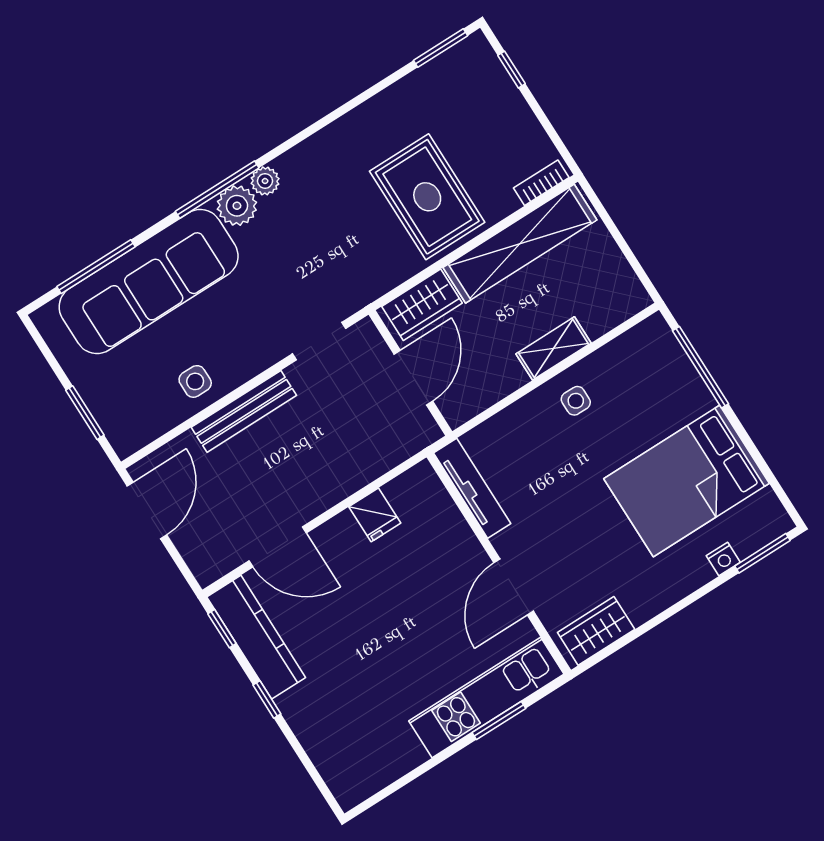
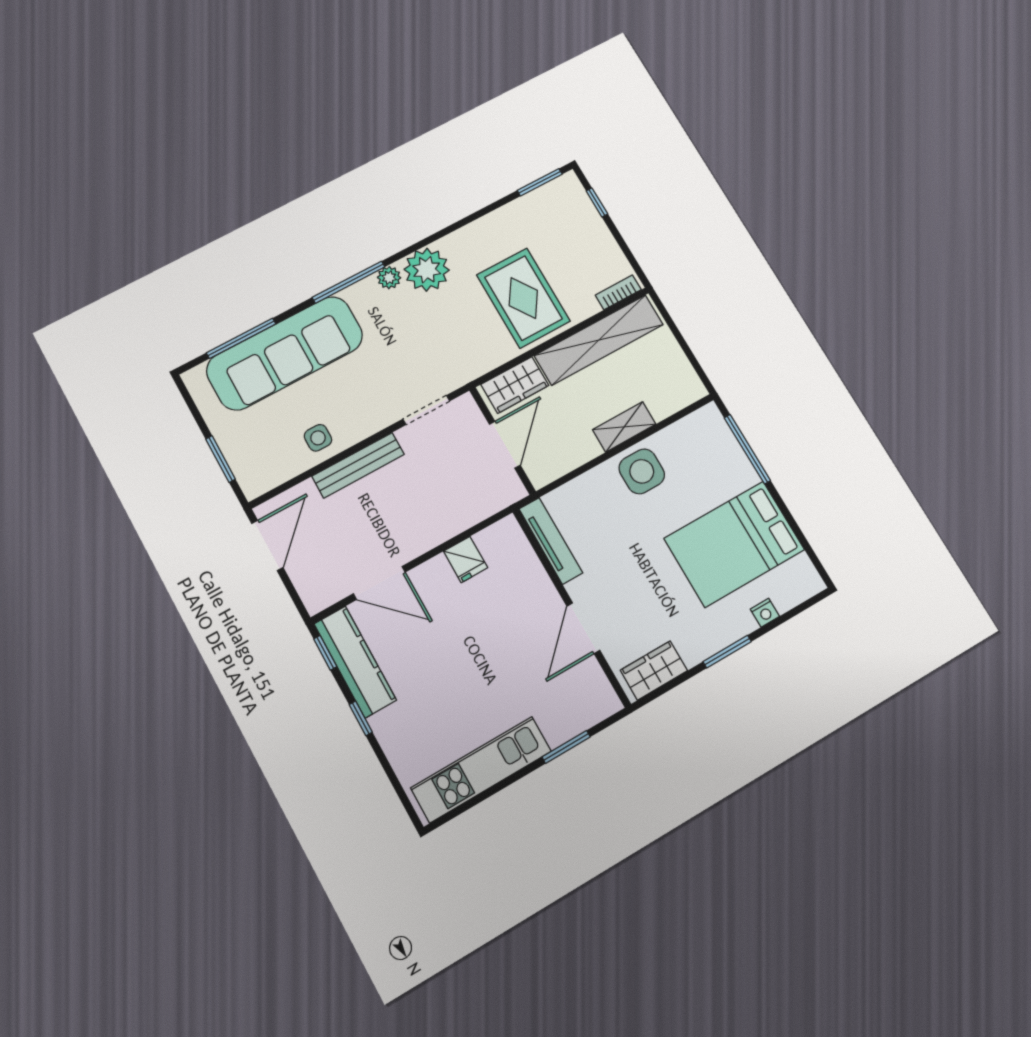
plant: (237, 206) -> (427, 270), moved, width x1.36, depth x1.36
side table: (576, 401) -> (642, 471), width x1.87, depth x1.87
window: (762, 553) -> (727, 652), moved
kitchen unit: (486, 698) -> (481, 769), moved

